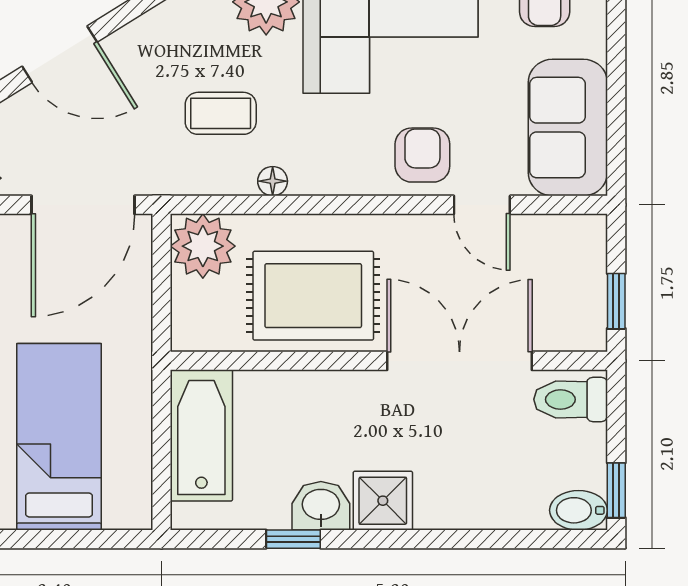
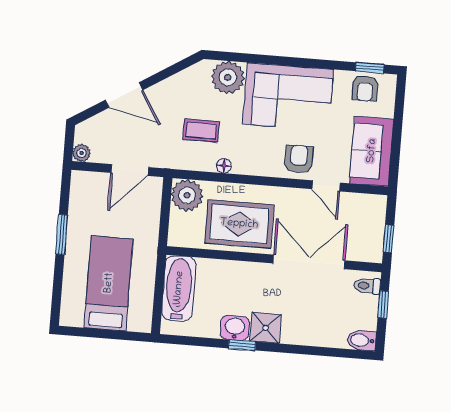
door: (83, 205) -> (130, 170), width x0.73
toilet: (571, 399) -> (367, 286), width x0.73, depth x0.72
window: (616, 490) -> (383, 304), moved
window: (293, 539) -> (242, 345), moved

